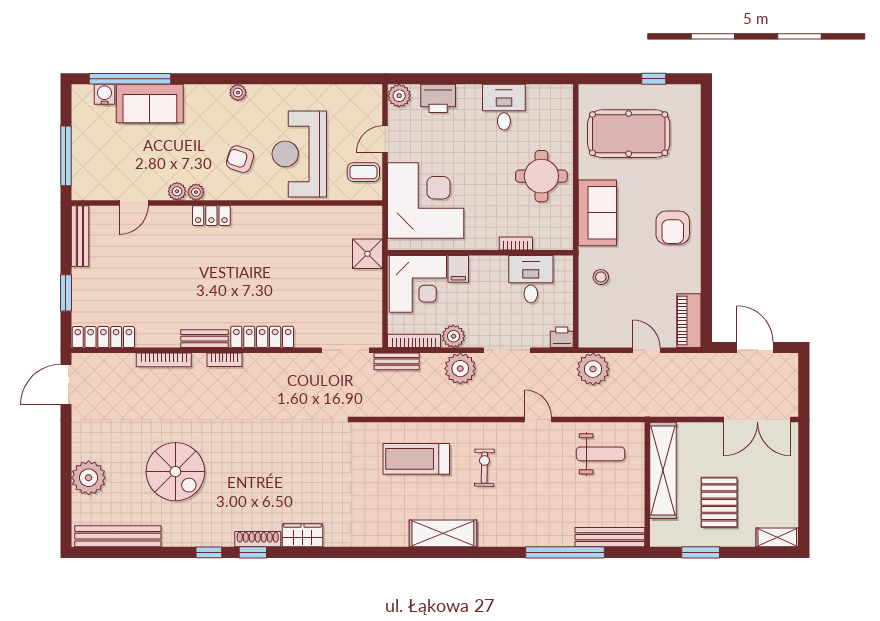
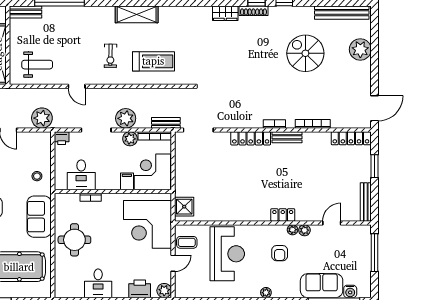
armchair: (240, 159) -> (280, 253), moved, turned 72
shower: (368, 254) -> (184, 207), moved
weight bench: (601, 454) -> (37, 65), turned 180
bench: (610, 537) -> (25, 12), width x0.73

